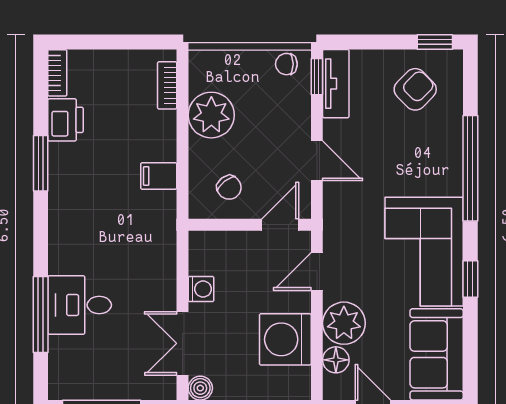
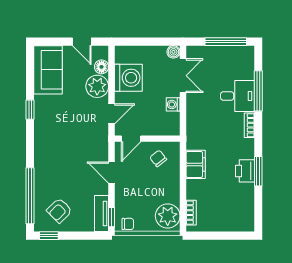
bookcase: (57, 73) -> (249, 125), moved
plant: (211, 115) -> (168, 216), moved
printer: (66, 120) -> (245, 171), moved
window: (470, 168) -> (30, 196), moved
filing cabinet: (159, 176) -> (196, 164), width x2.00
corner sofa: (424, 252) -> (55, 124), removed

